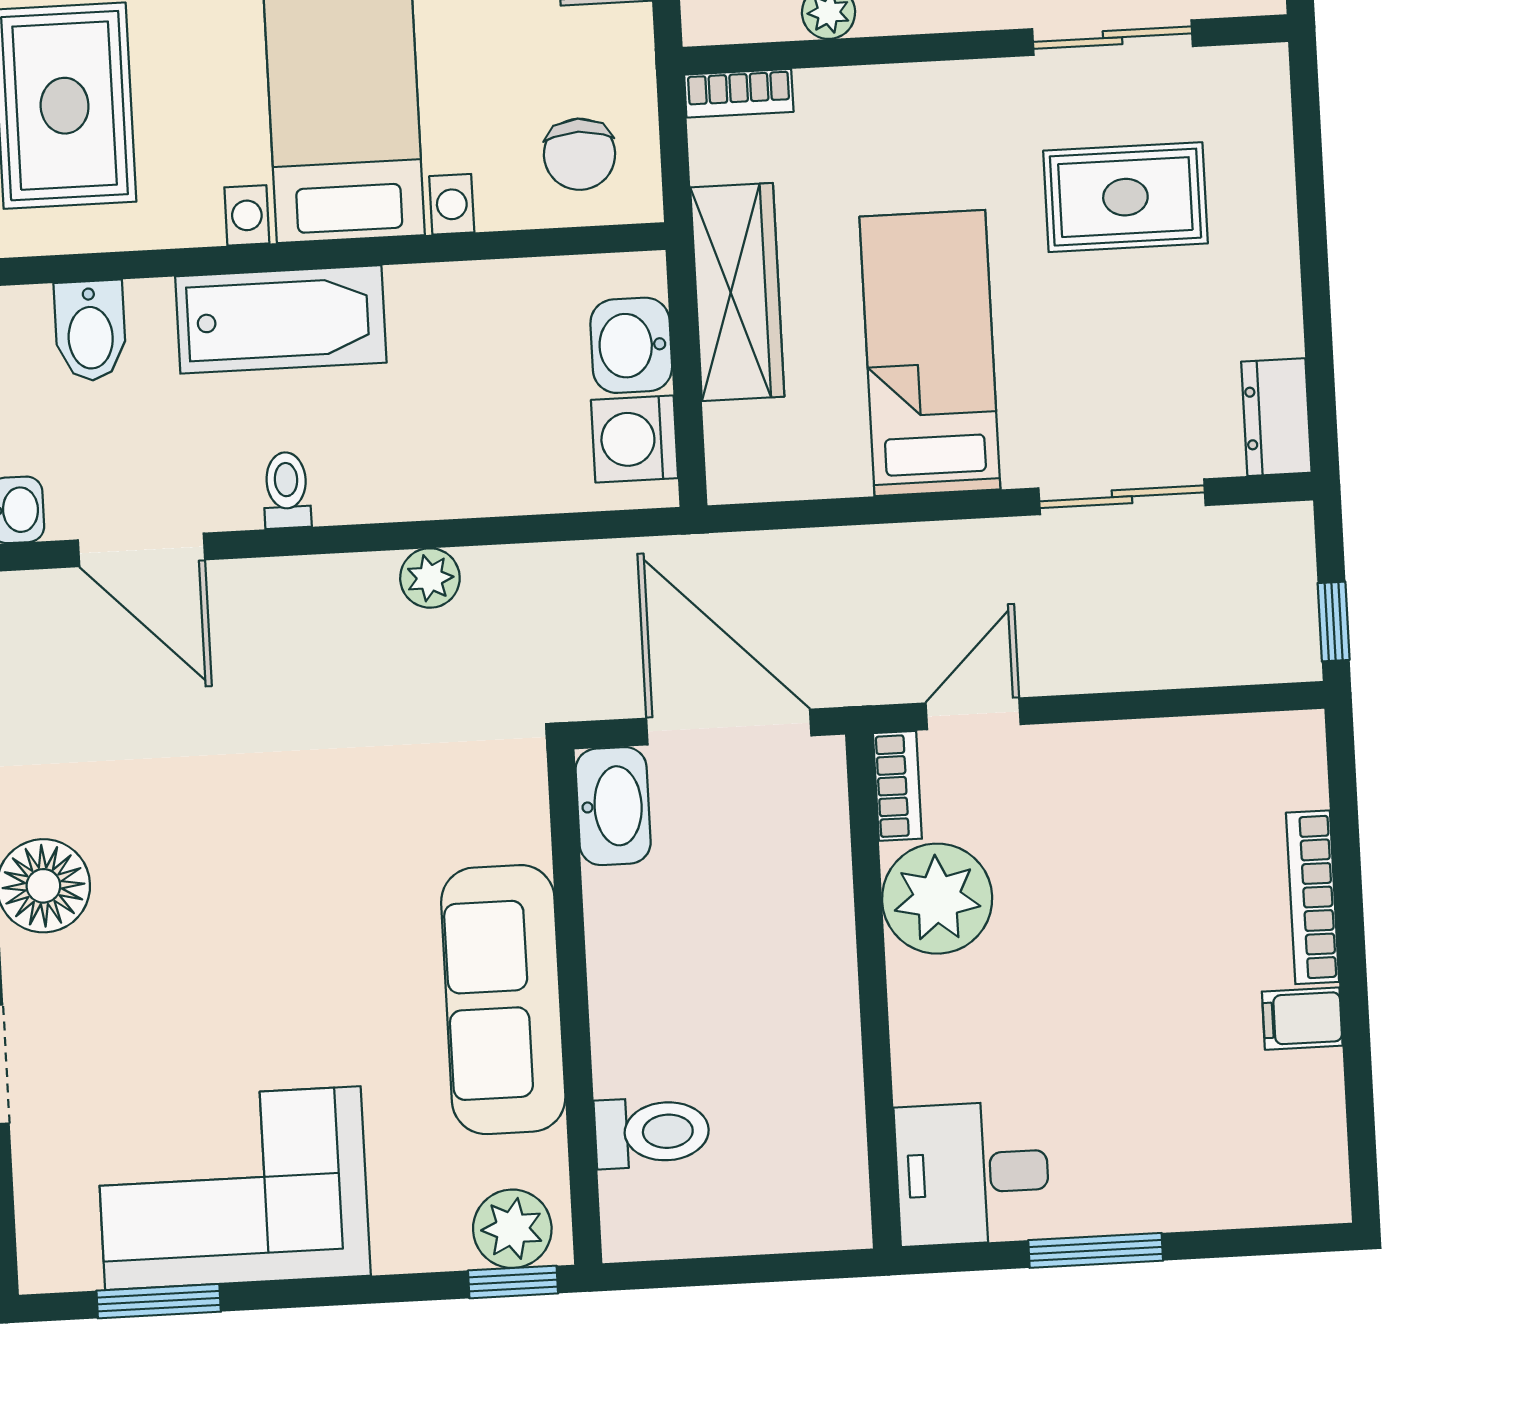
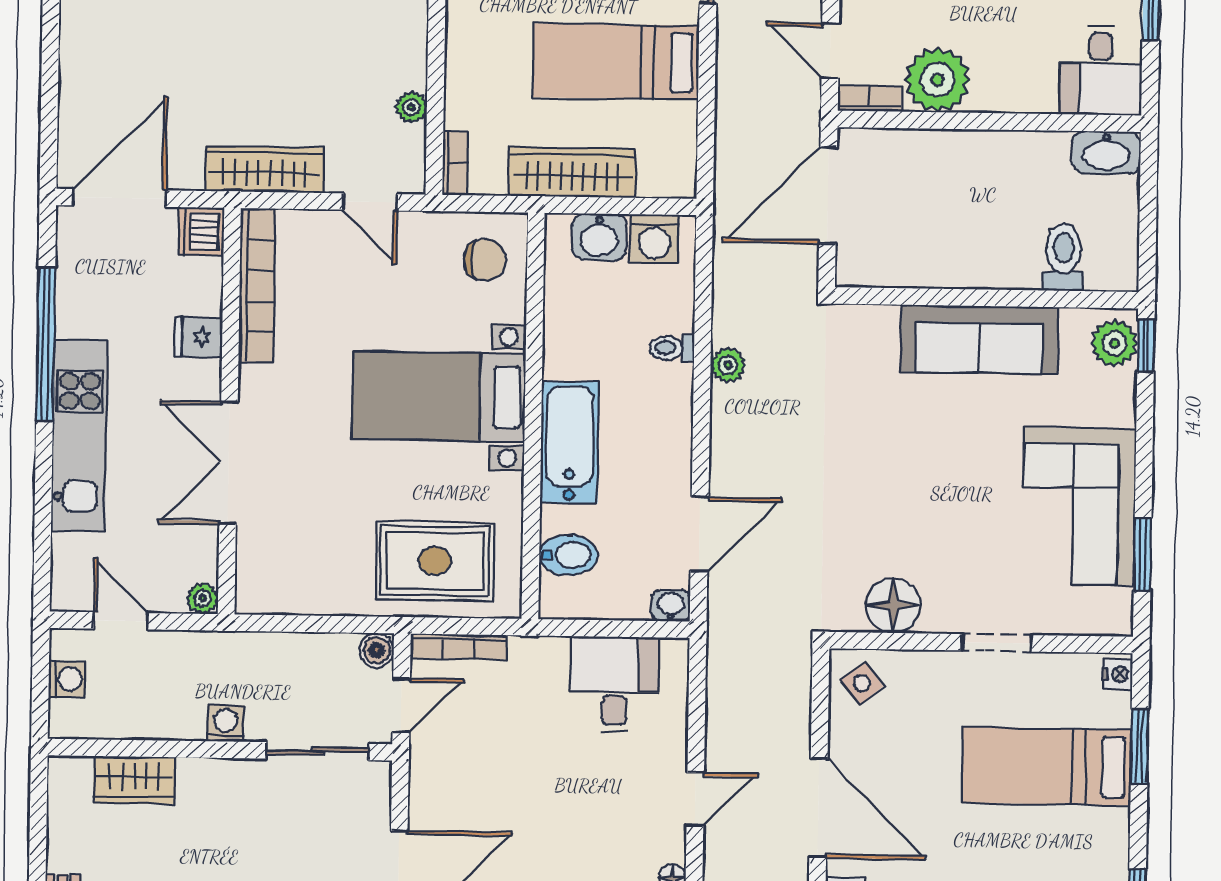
toilet: (287, 490) -> (672, 348), moved
washbasin: (613, 806) -> (1106, 152), moved, turned 180

